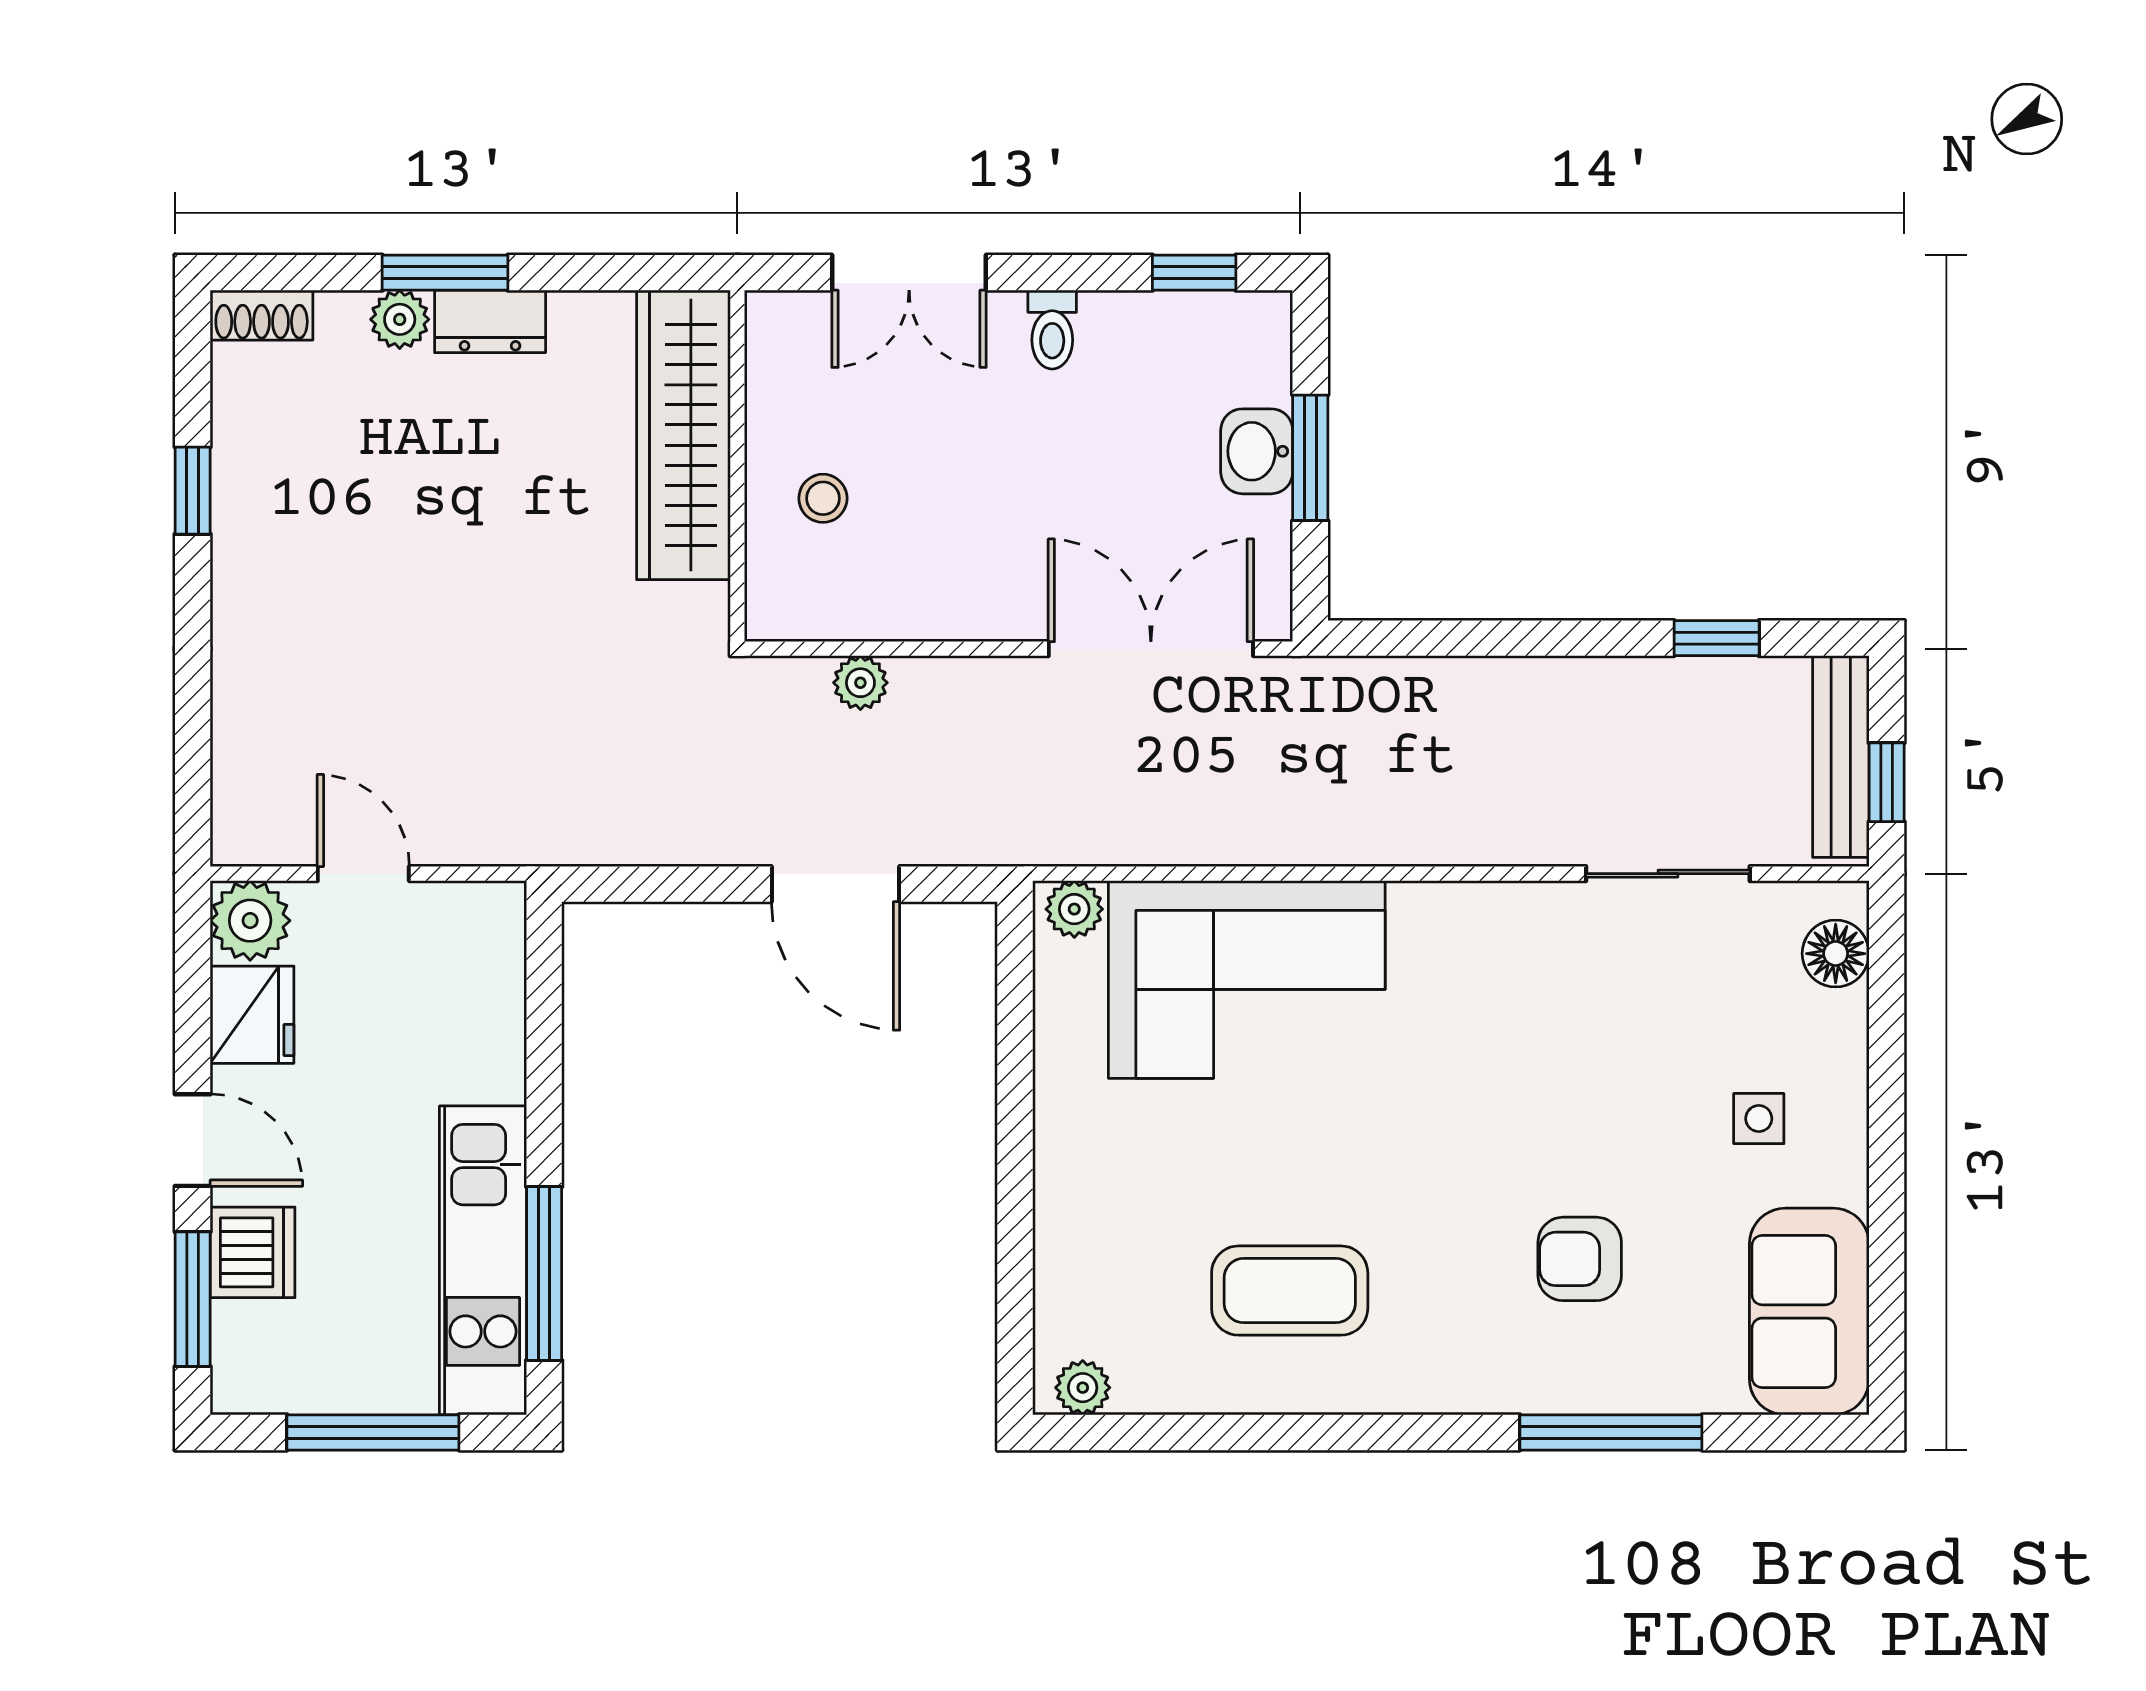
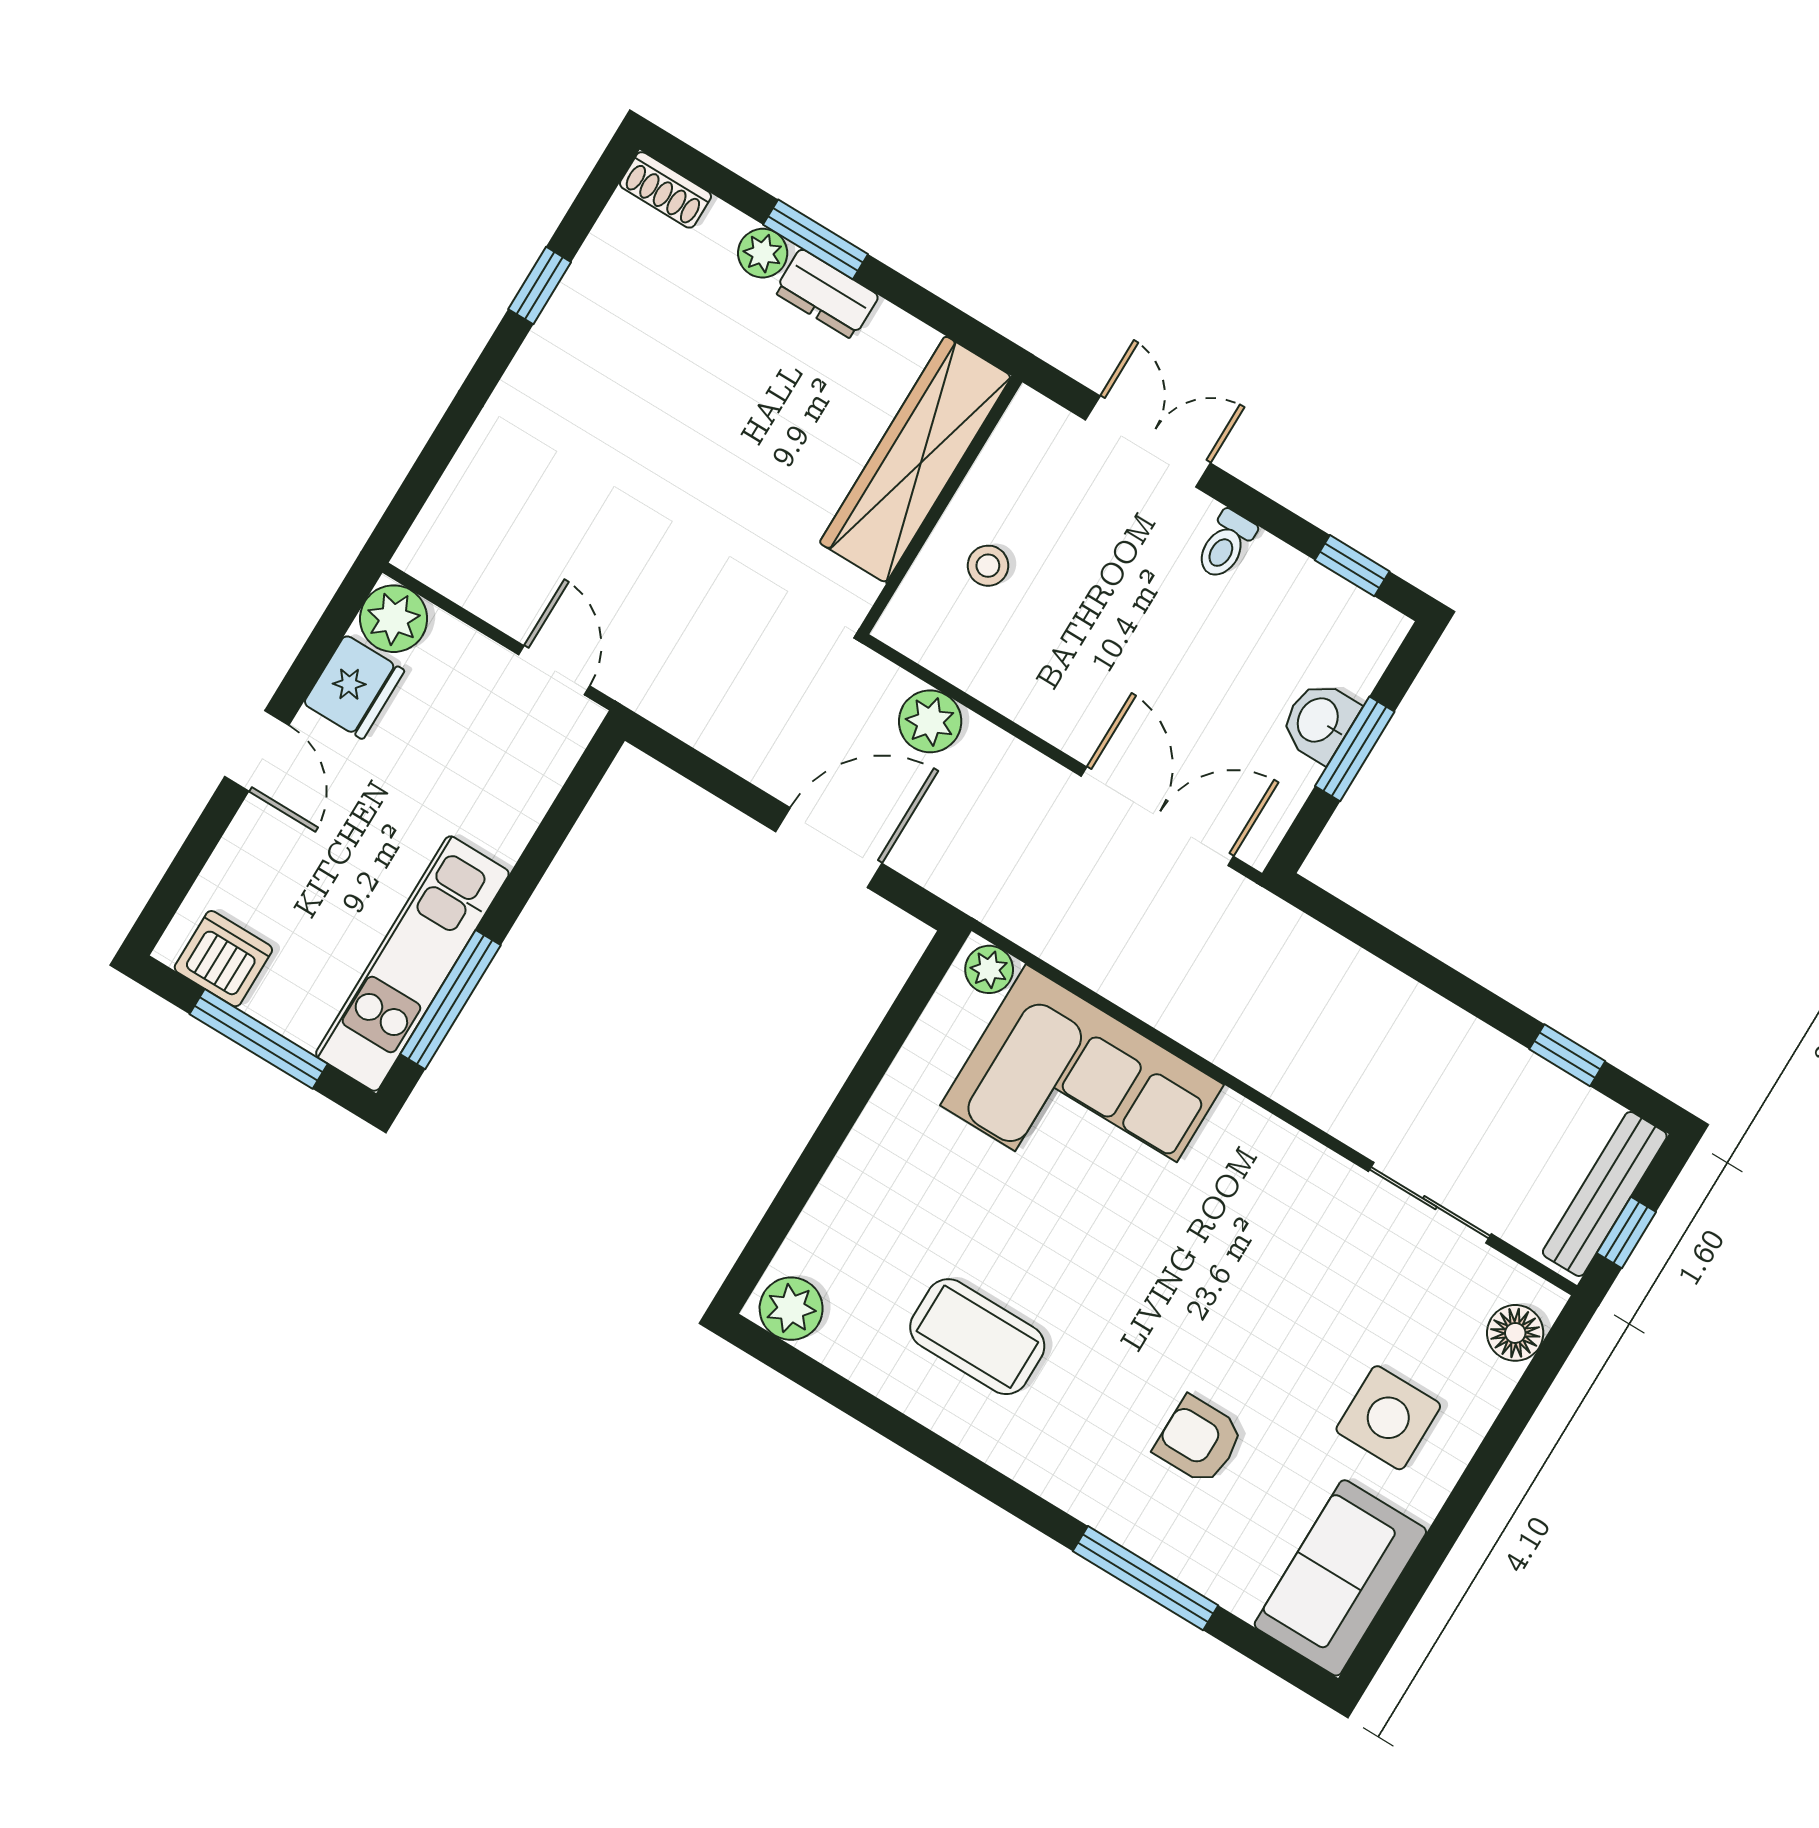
double door: (909, 273) -> (1148, 441), swing flipped
plant: (860, 683) -> (930, 721), width x1.38, depth x1.38
door: (363, 874) -> (554, 670), moved
door: (835, 884) -> (829, 848), swing flipped
side table: (1759, 1119) -> (1388, 1418), width x1.87, depth x1.87
dishwasher: (253, 1252) -> (223, 959), moved, turned -90
window: (193, 1299) -> (187, 865), removed
plant: (1083, 1388) -> (791, 1309), width x1.38, depth x1.38

